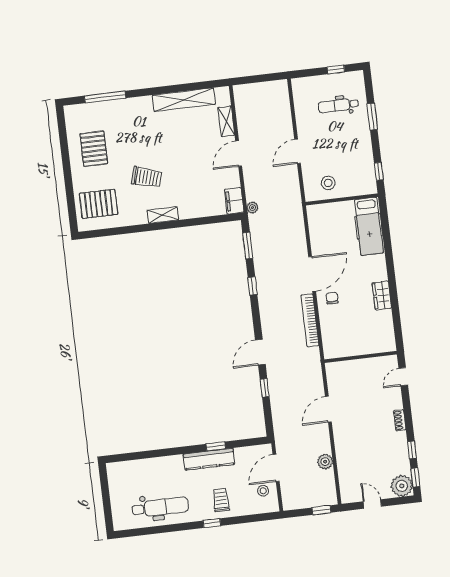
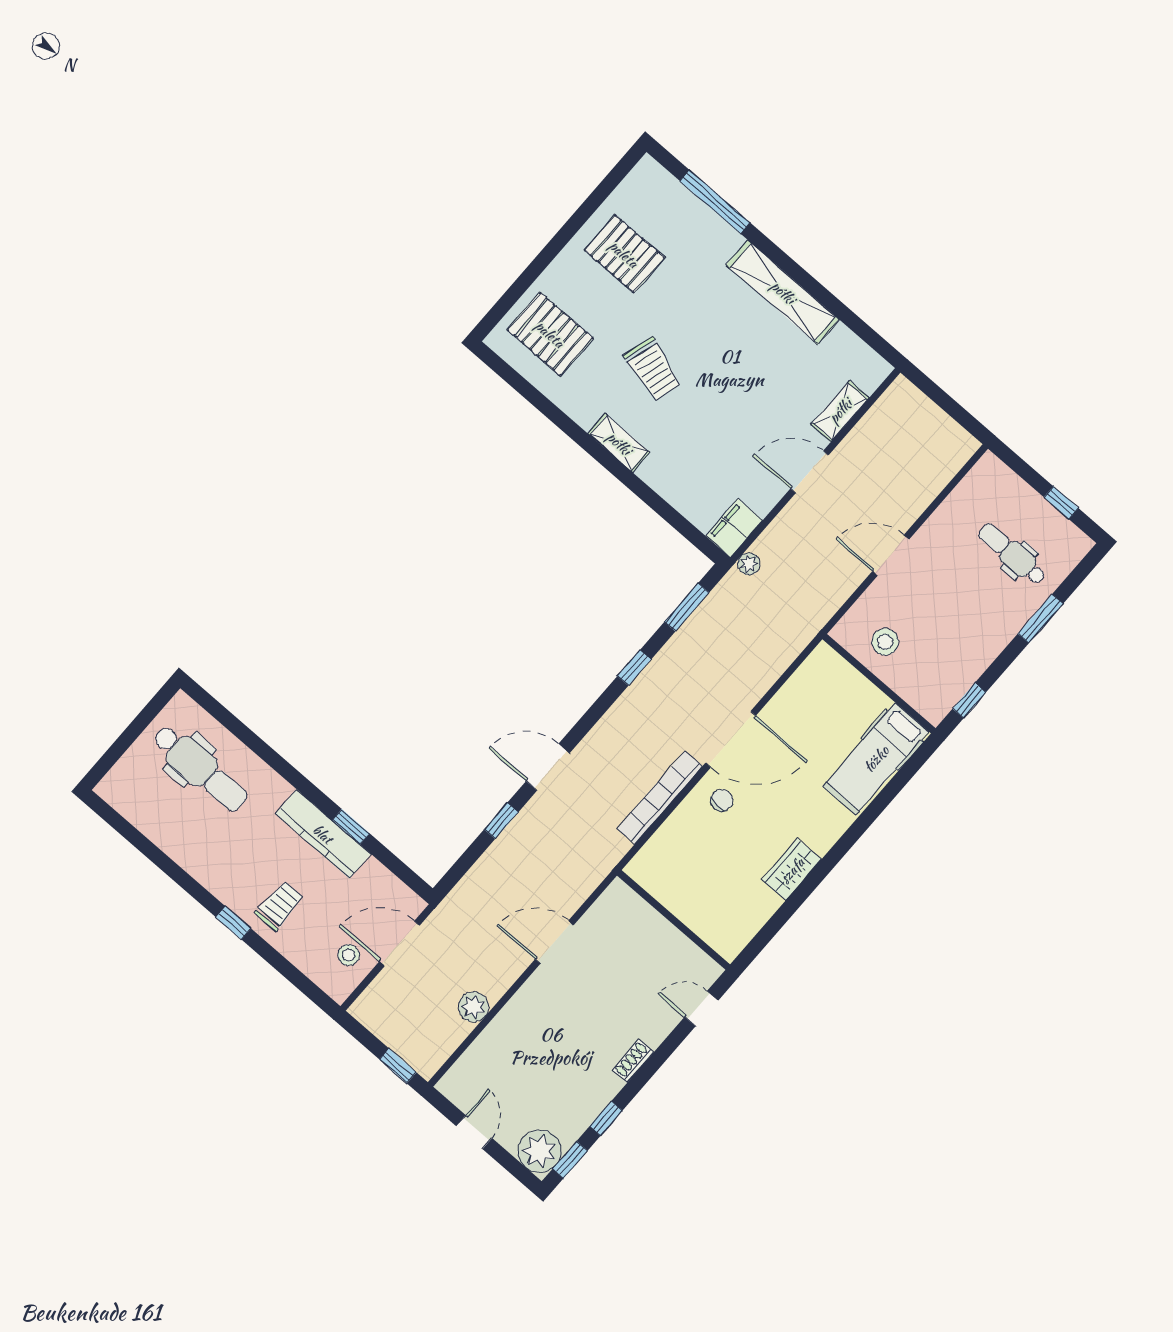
shelving: (184, 100) -> (783, 292), moved
pallet: (94, 149) -> (624, 254), turned 90
dental chair: (160, 507) -> (200, 768), moved

